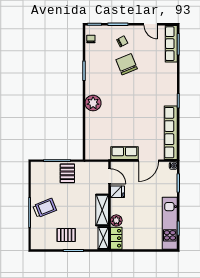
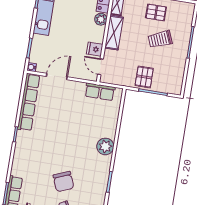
row of seats: (124, 153) -> (100, 92), moved
trolley: (45, 208) -> (160, 39), moved

